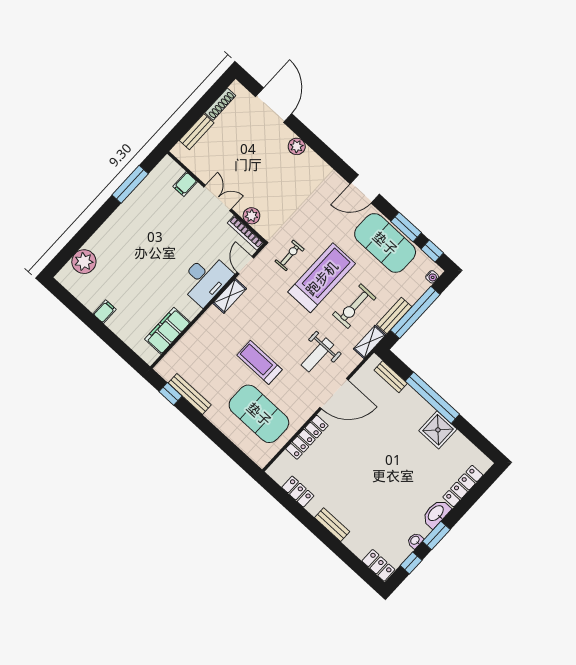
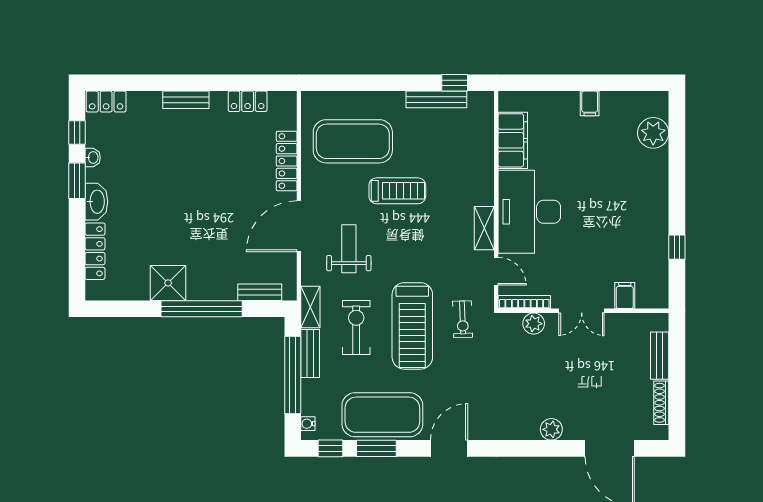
window: (130, 184) -> (677, 247), width x0.46
desk: (205, 279) -> (529, 212), width x1.36, depth x1.30

